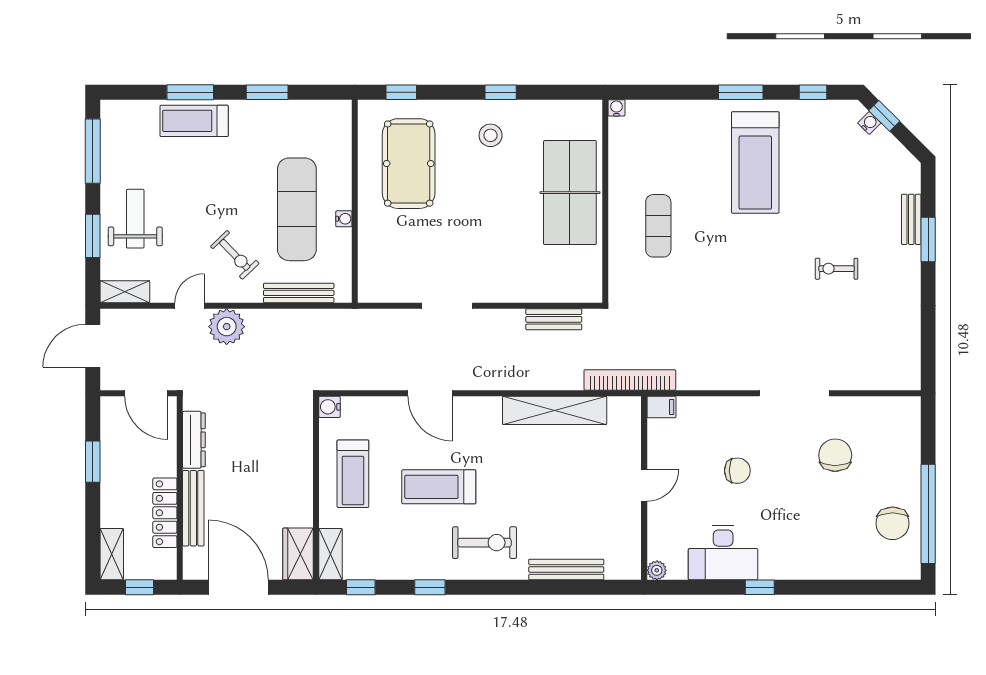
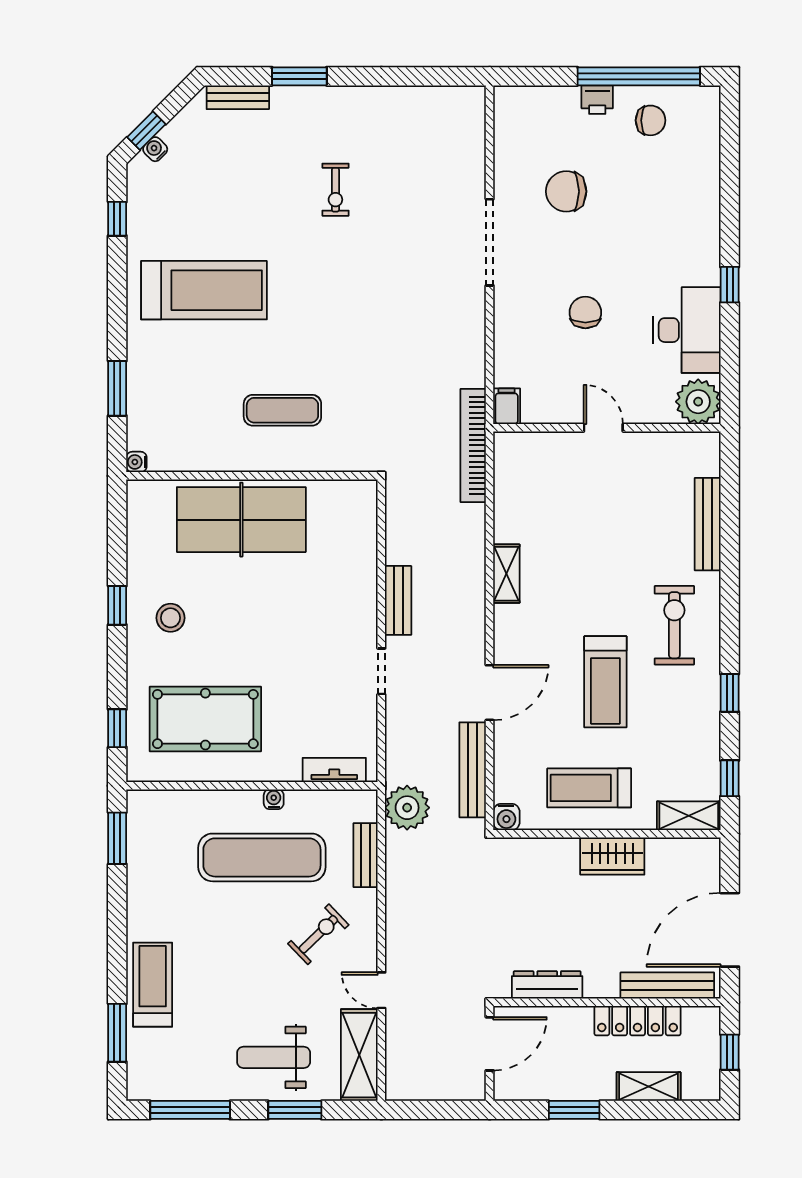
window: (190, 92) -> (117, 1033), moved
window: (267, 92) -> (117, 838), moved
window: (741, 92) -> (117, 388), moved
treadmill: (194, 121) -> (153, 985), turned 180
bench: (911, 219) -> (238, 97), moved
tv unit: (368, 268) -> (334, 770), added
shelving: (125, 292) -> (359, 1055), width x1.50, depth x1.33
bench: (299, 293) -> (365, 855), width x0.73
doorway: (447, 306) -> (381, 671), width x0.73
bench: (554, 319) -> (398, 600), moved
plant: (227, 327) -> (407, 808), moved
door: (93, 346) -> (431, 1110), removed
bench: (368, 380) -> (473, 770), added
shelving: (555, 410) -> (506, 574), width x0.45, depth x0.75
treadmill: (353, 474) -> (589, 788), turned 180
printer: (909, 480) -> (597, 100), added
bench: (193, 508) -> (667, 986), moved
chair: (893, 523) -> (651, 120), width x0.73, depth x0.73
shelving: (112, 554) -> (649, 1087), moved
wardrobe: (298, 554) -> (612, 856), moved
plant: (657, 570) -> (698, 402), width x1.87, depth x1.87

